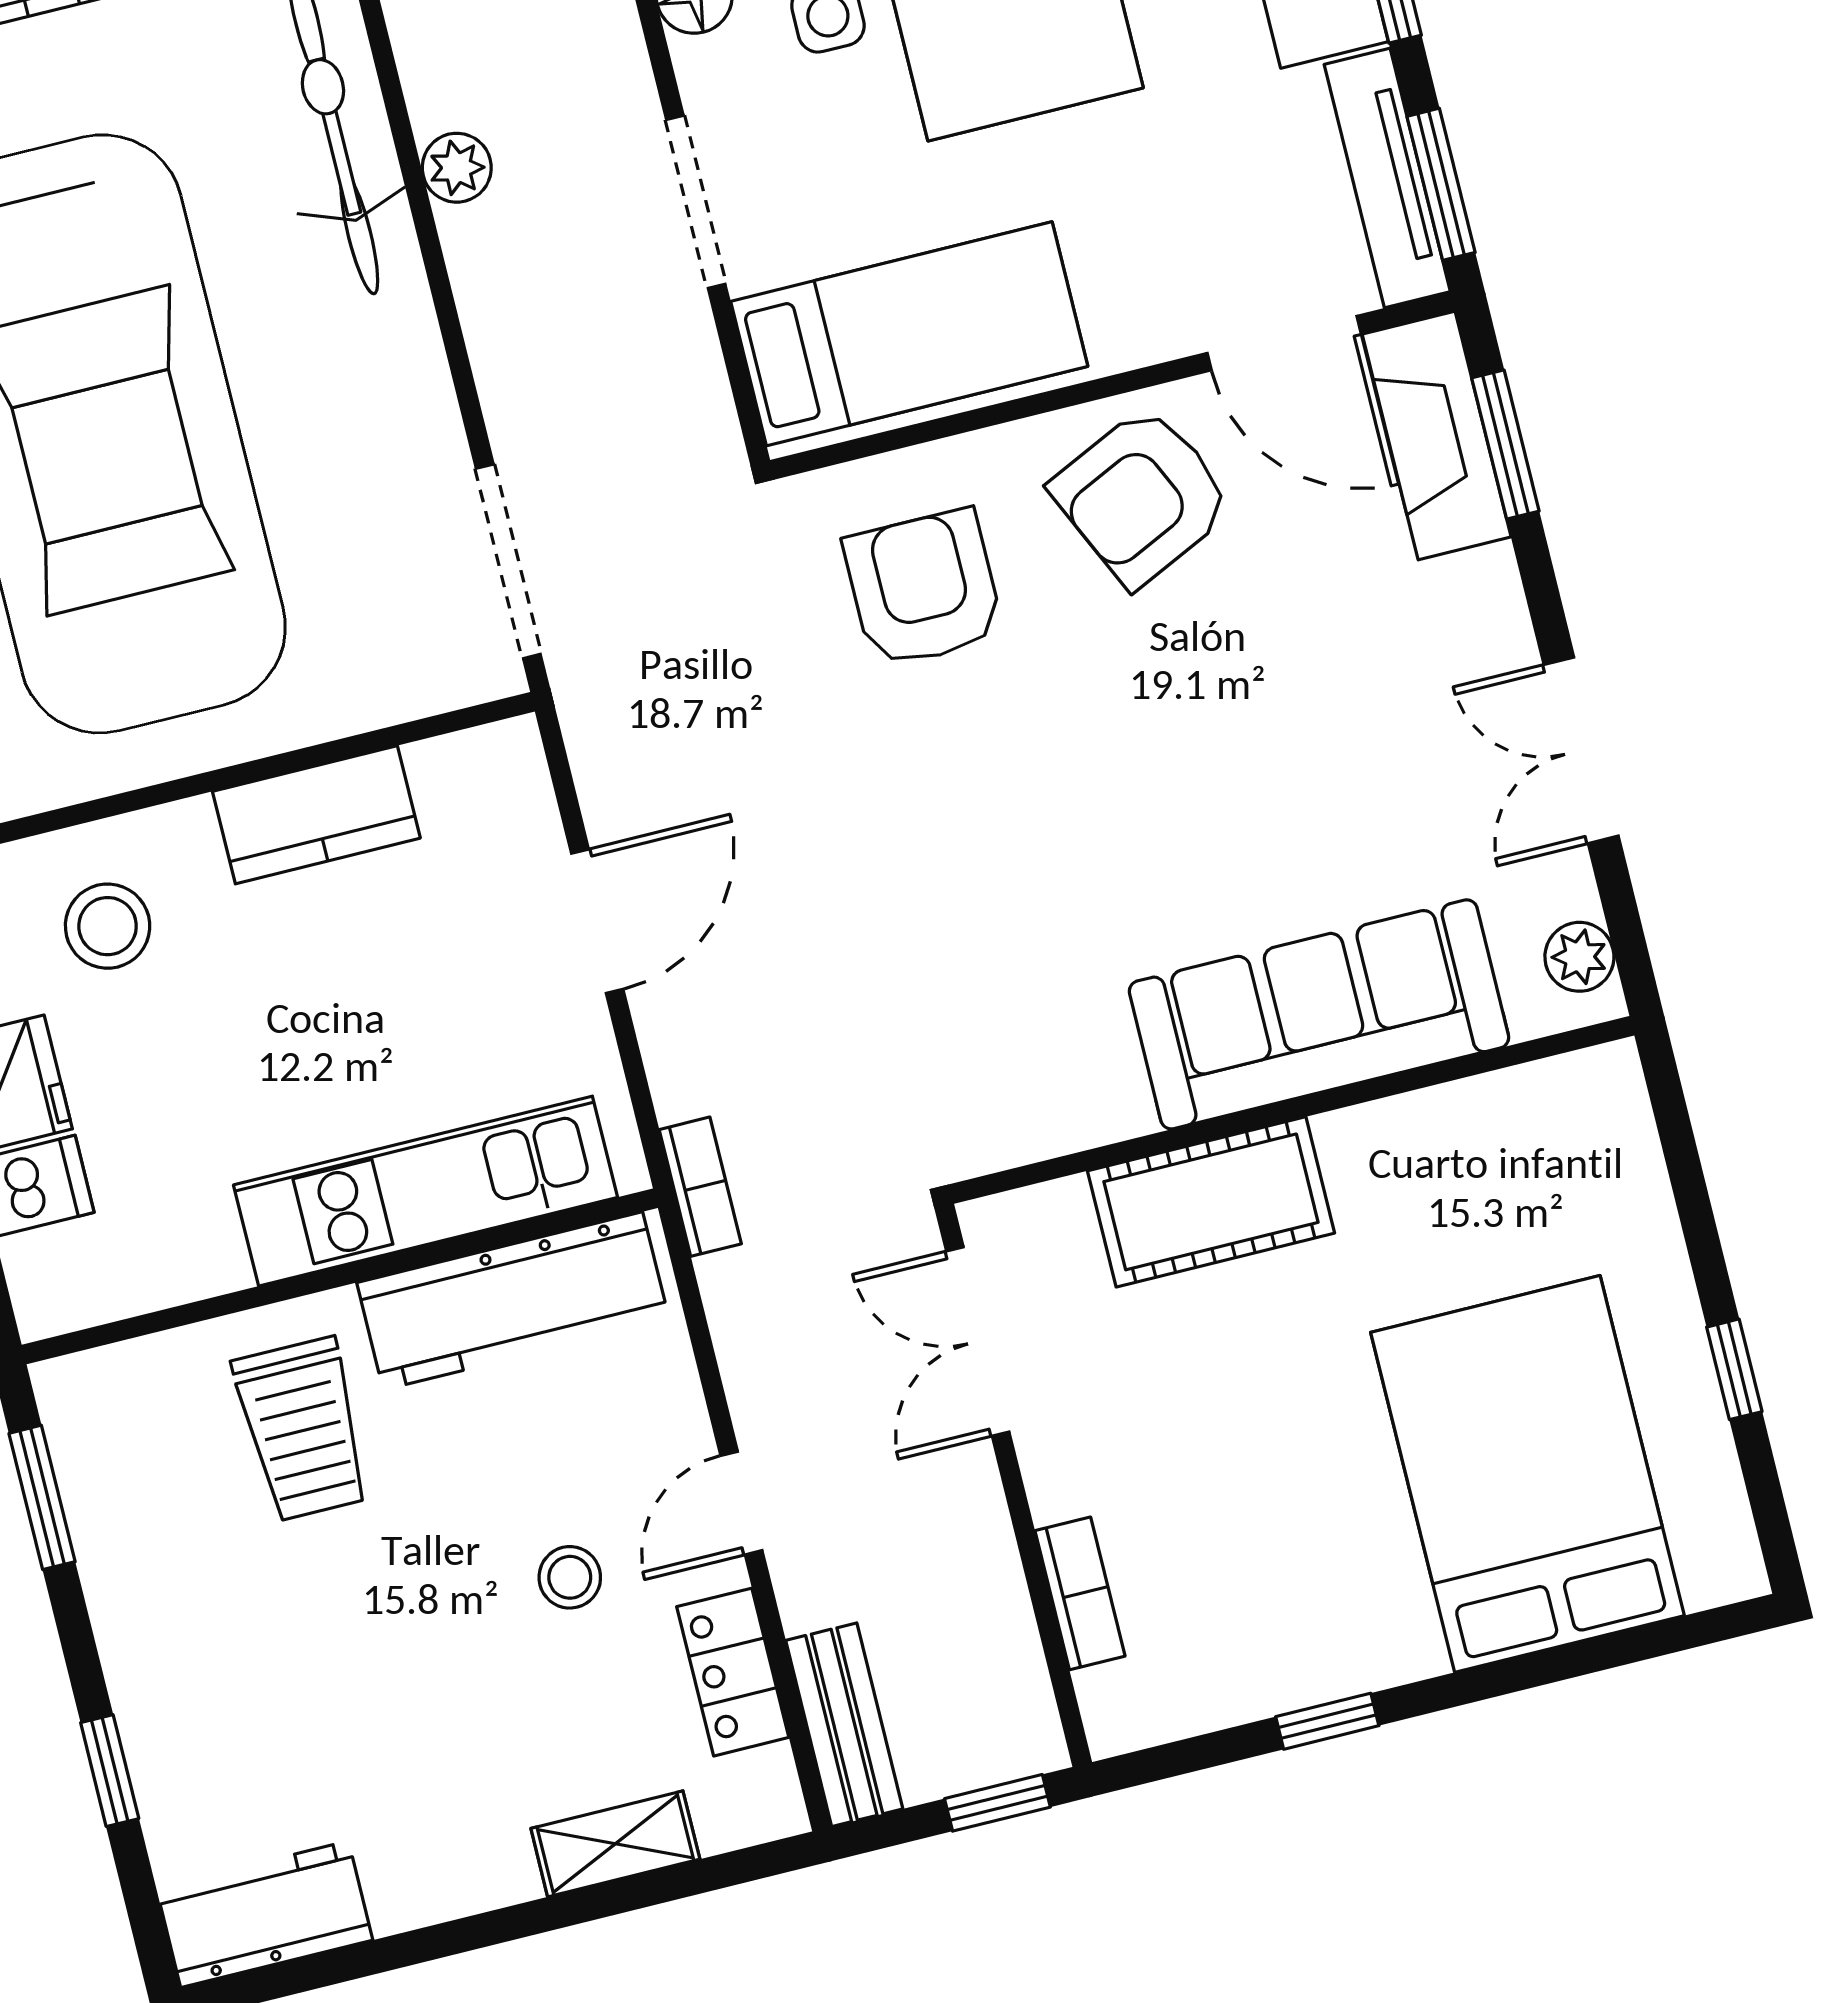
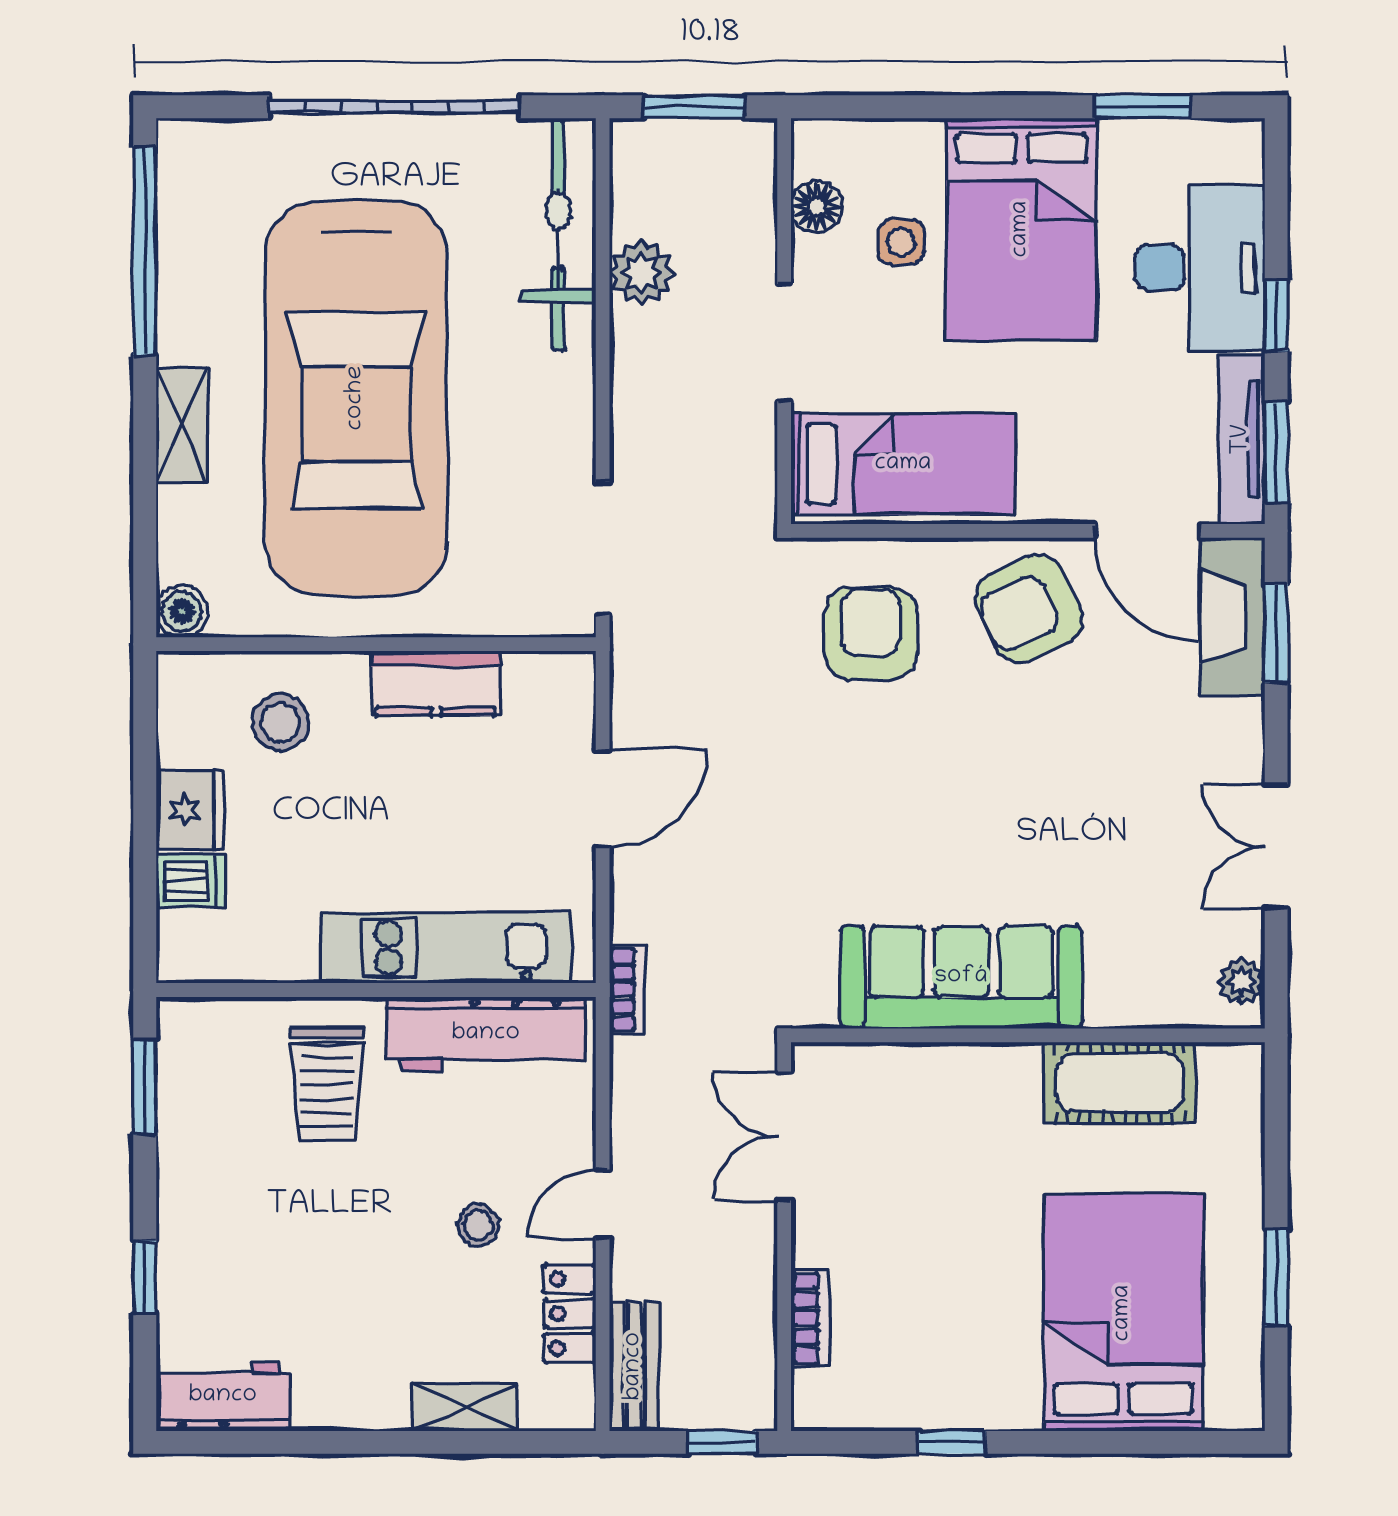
plant: (457, 168) -> (642, 273), width x1.38, depth x1.38
sofa: (1319, 1014) -> (961, 977), moved
cot: (1211, 1202) -> (1120, 1083), moved
window: (1734, 1369) -> (1276, 1278), width x1.50

